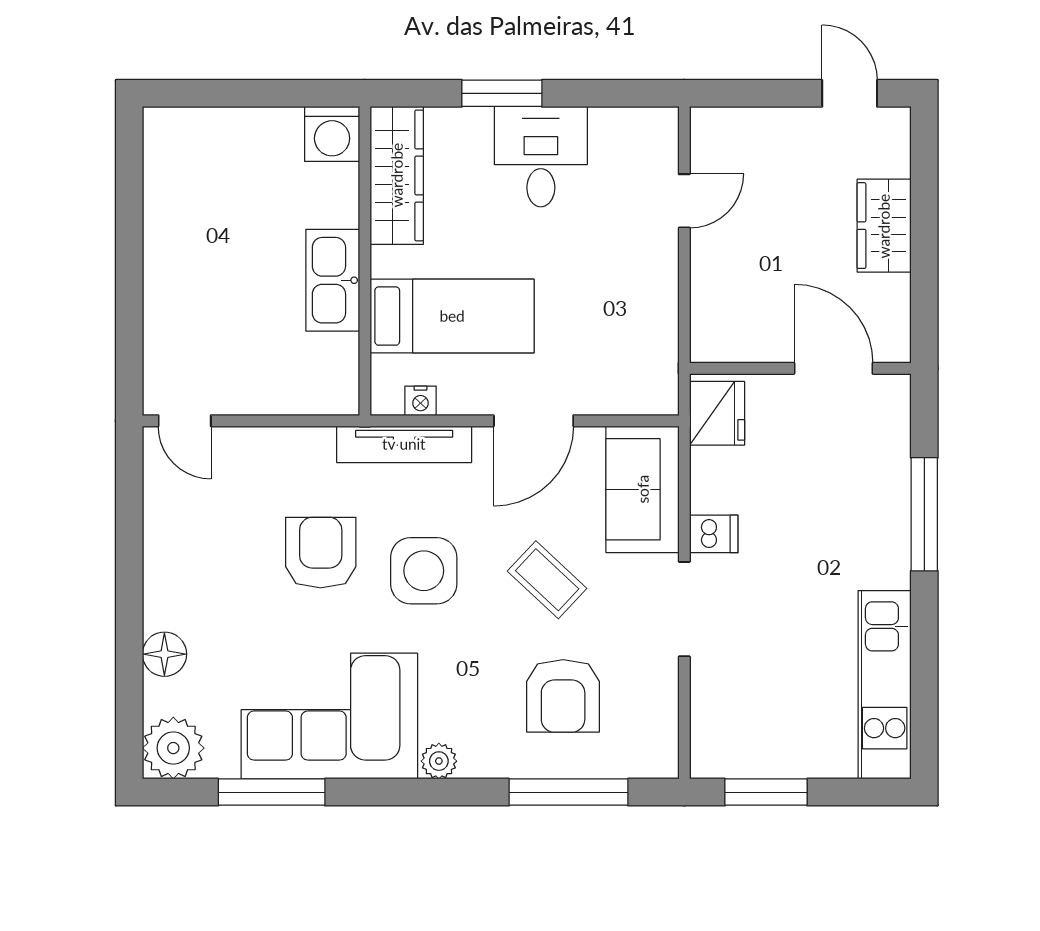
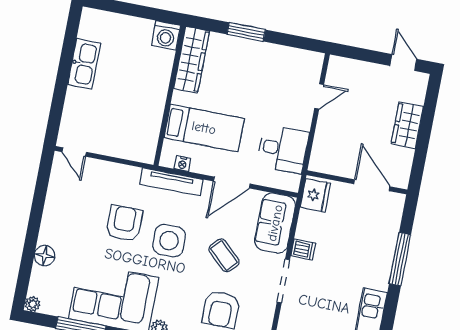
desk: (541, 157) -> (283, 149), moved, turned 90
kitchen sink: (333, 280) -> (84, 64), moved, turned 180
plant: (173, 748) -> (33, 304), width x0.53, depth x0.53

